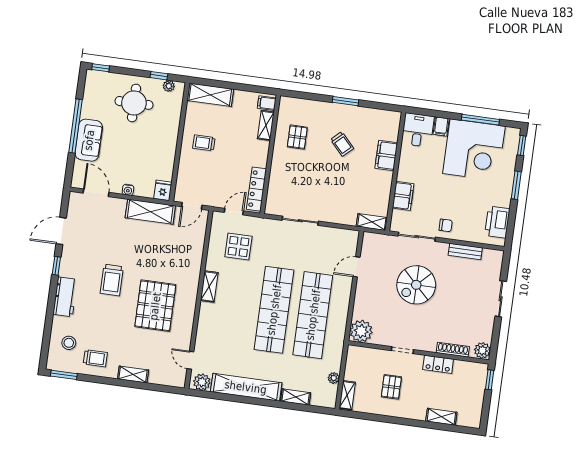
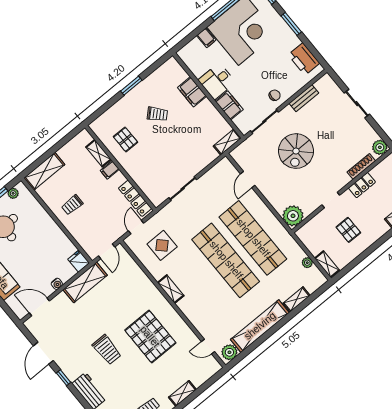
filing cabinet: (267, 103) -> (110, 170), moved
desk: (418, 130) -> (217, 81), moved, turned -90

